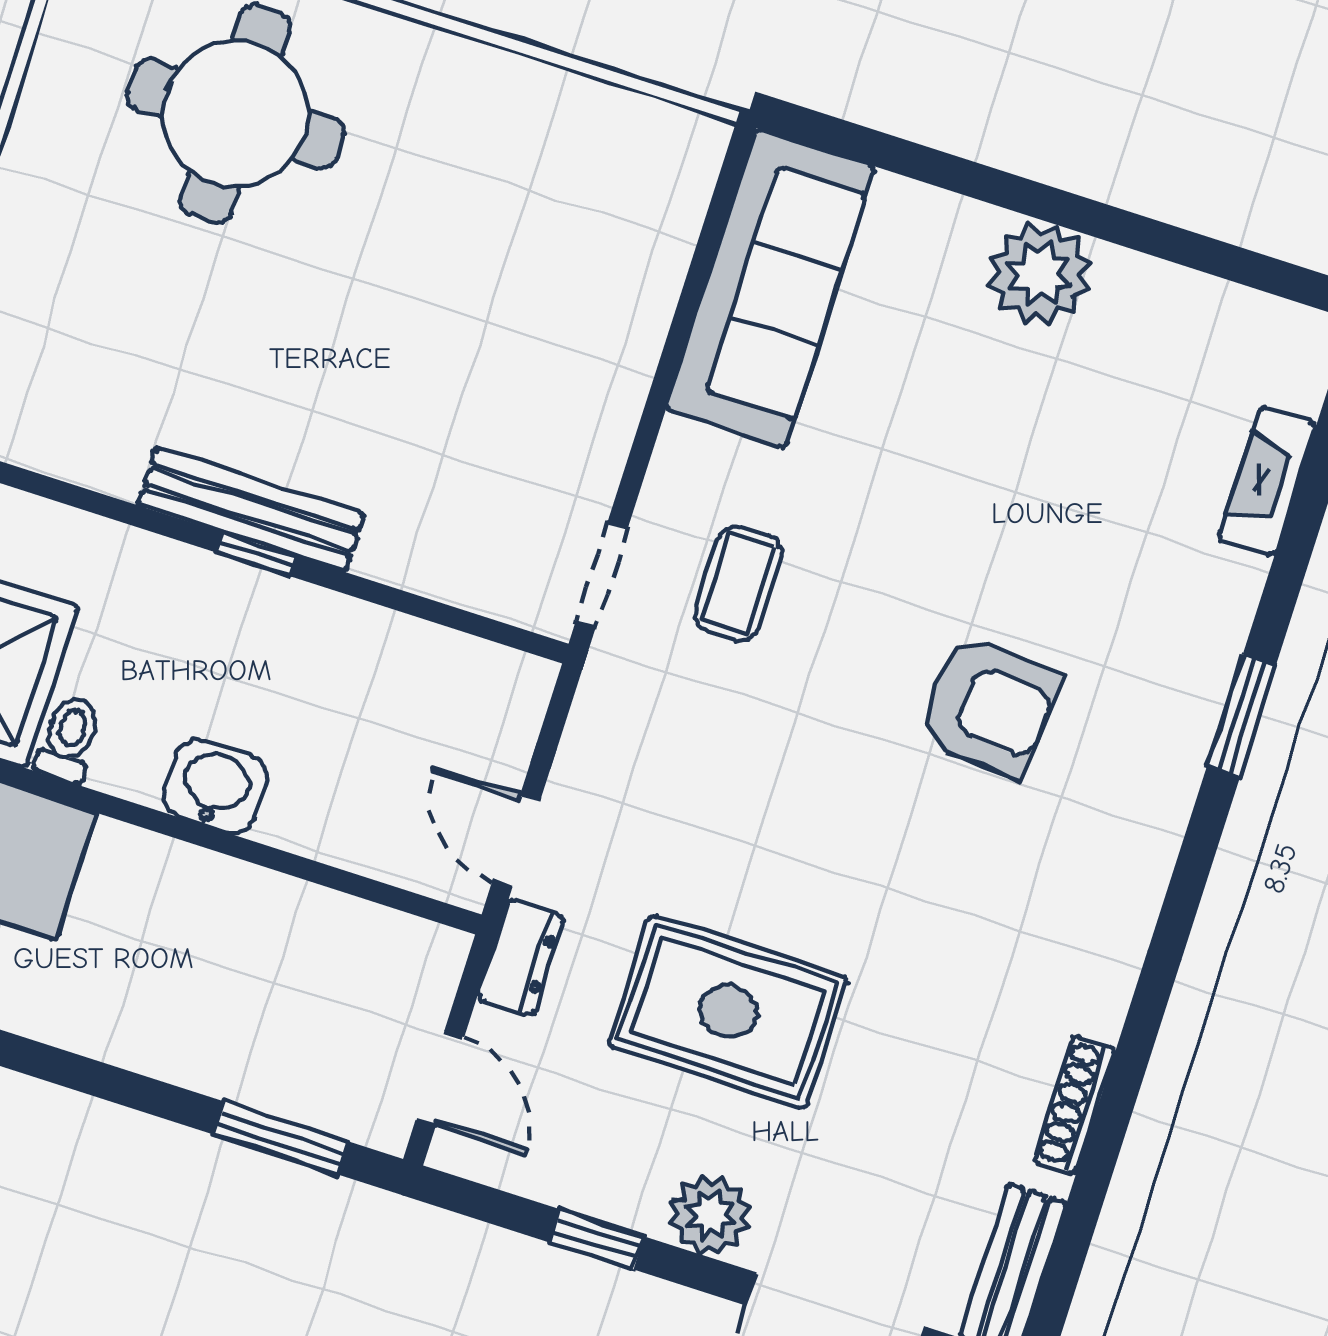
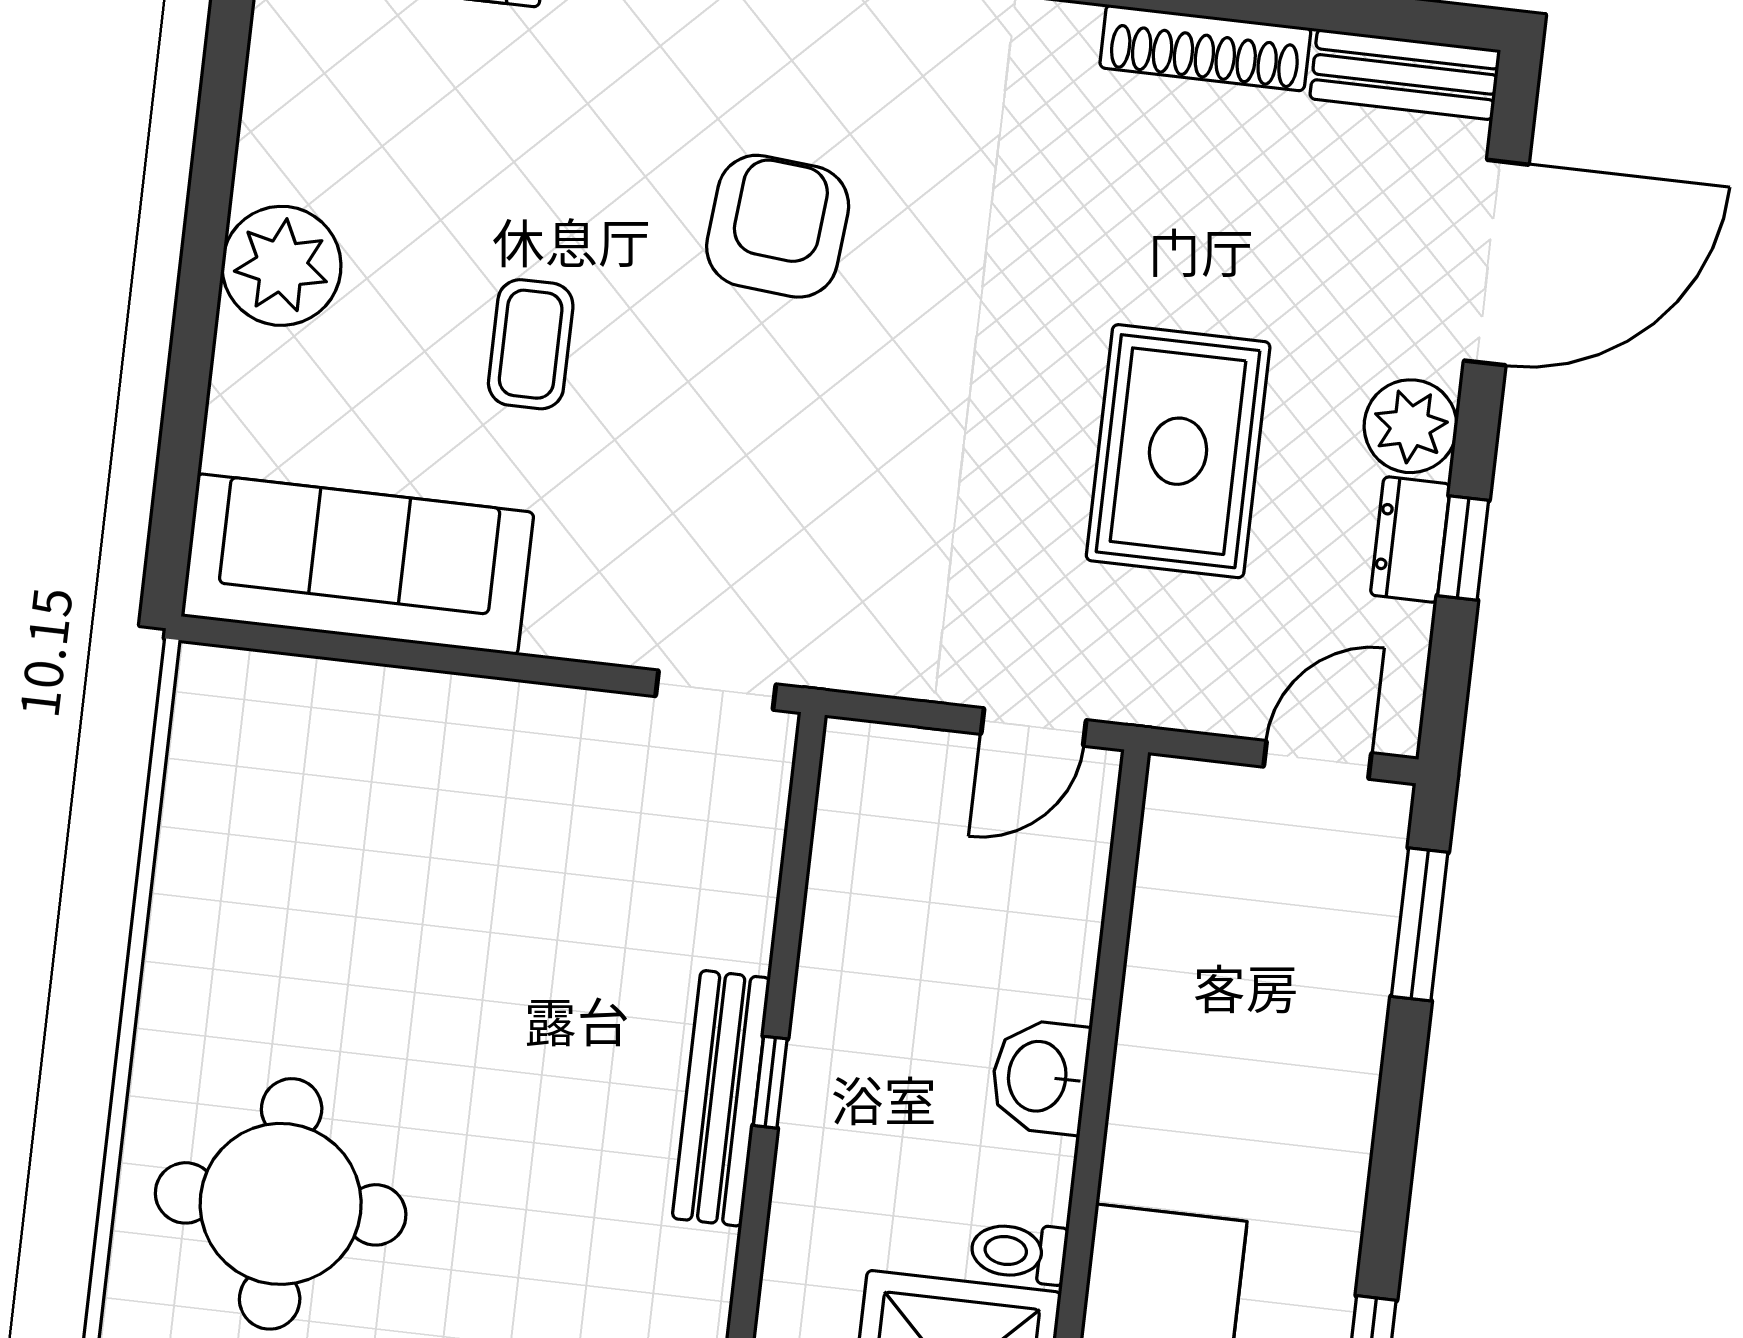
coffee table: (738, 584) -> (531, 344), moved, turned 90
dresser: (521, 957) -> (1410, 540), moved, turned -90
shoe rack: (1075, 1105) -> (1205, 48), width x1.36, depth x1.24

